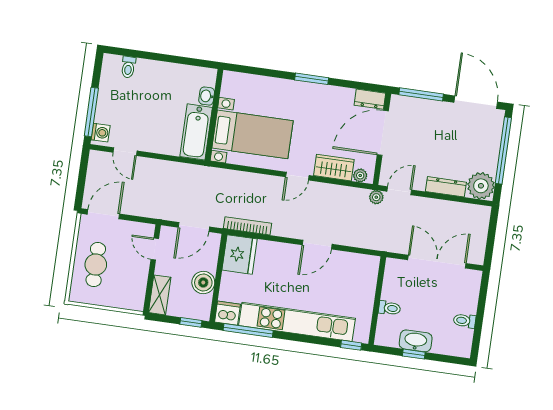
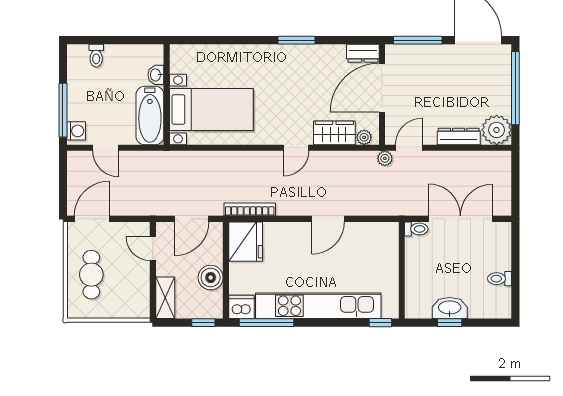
washbasin: (207, 96) -> (156, 75), moved
wall: (214, 115) -> (167, 94), moved
bathtub: (196, 132) -> (150, 116), moved
bed with nightstands: (252, 134) -> (211, 109), moved
toilet: (390, 308) -> (416, 229), moved

